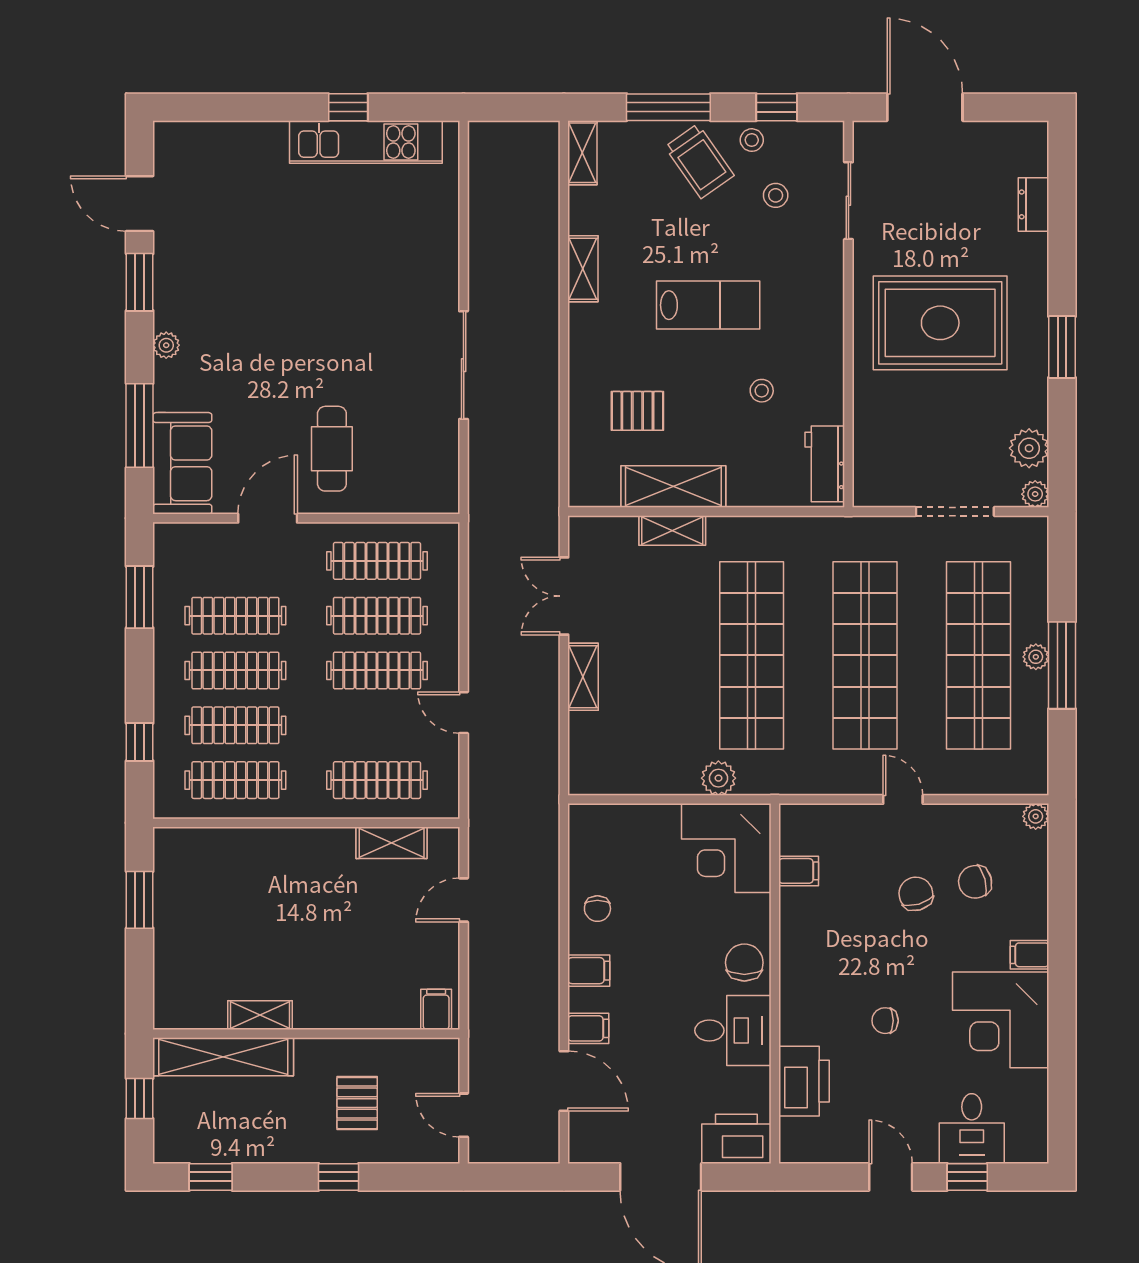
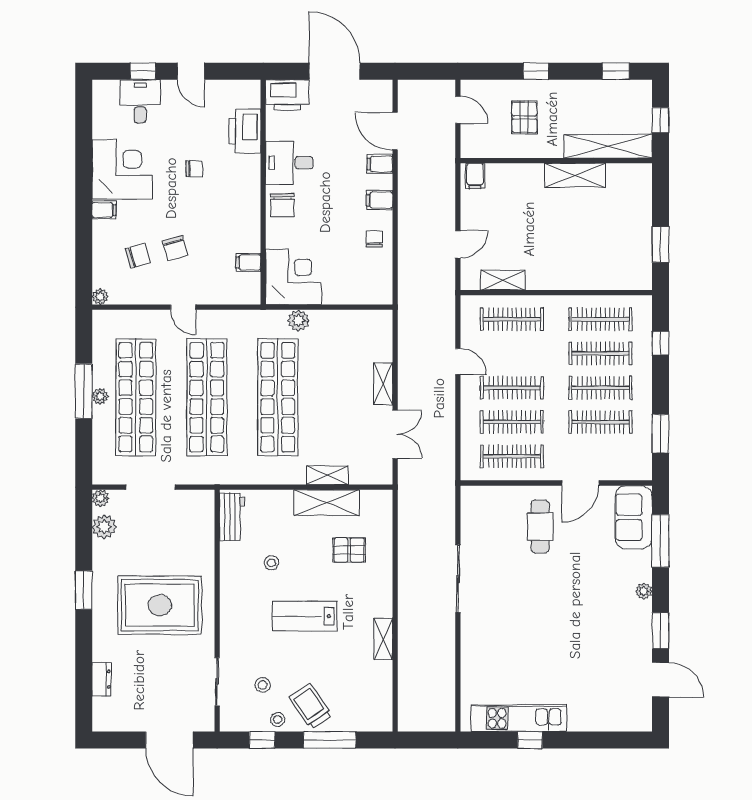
shelving: (582, 153) -> (383, 711), removed
shelving: (260, 1015) -> (575, 175), width x1.50, depth x1.33

